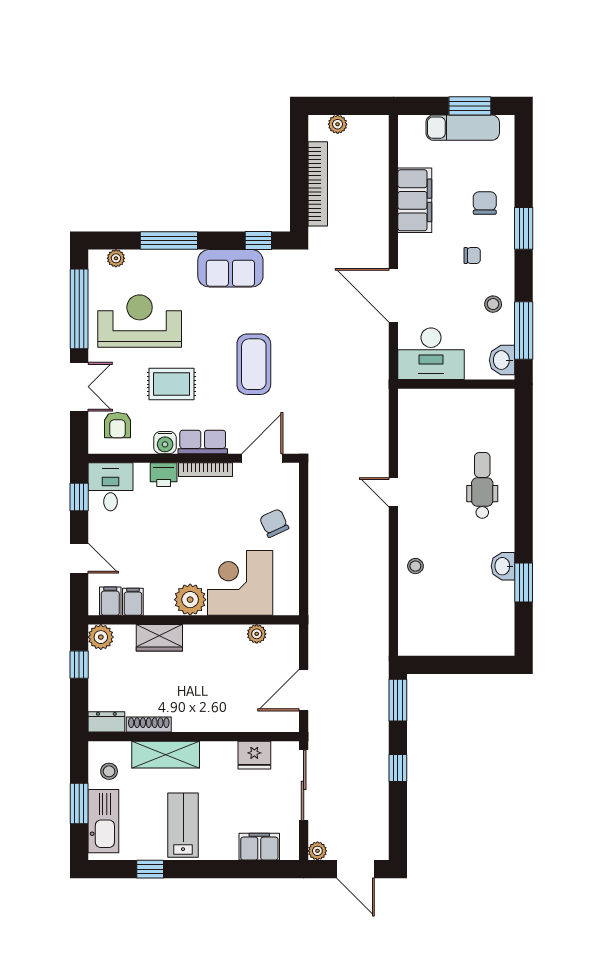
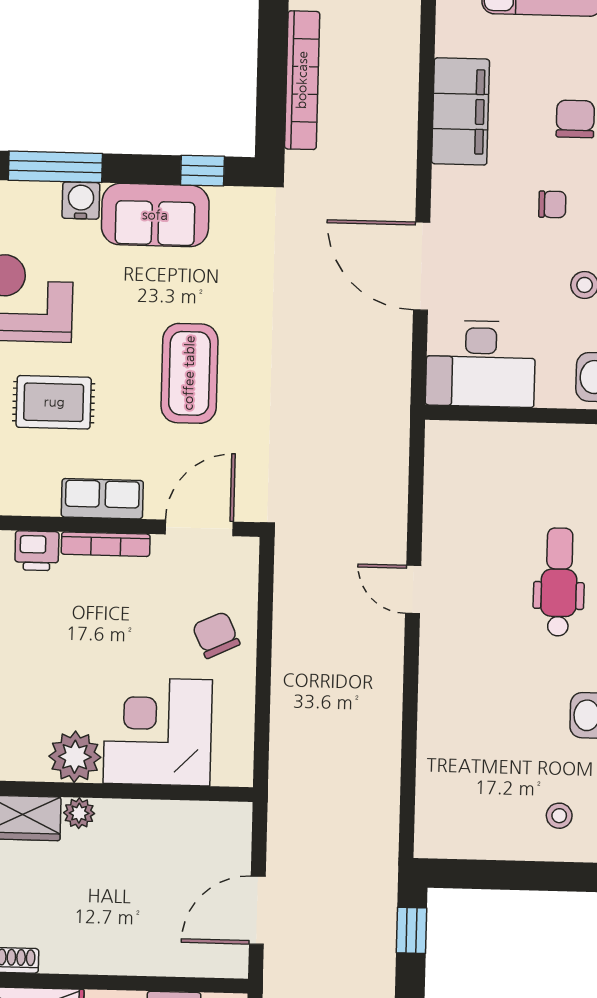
water cooler: (165, 443) -> (81, 201), moved, turned 180
stool: (415, 566) -> (559, 816), moved
plant: (257, 634) -> (79, 813), moved
window: (398, 700) -> (412, 930), width x0.67

